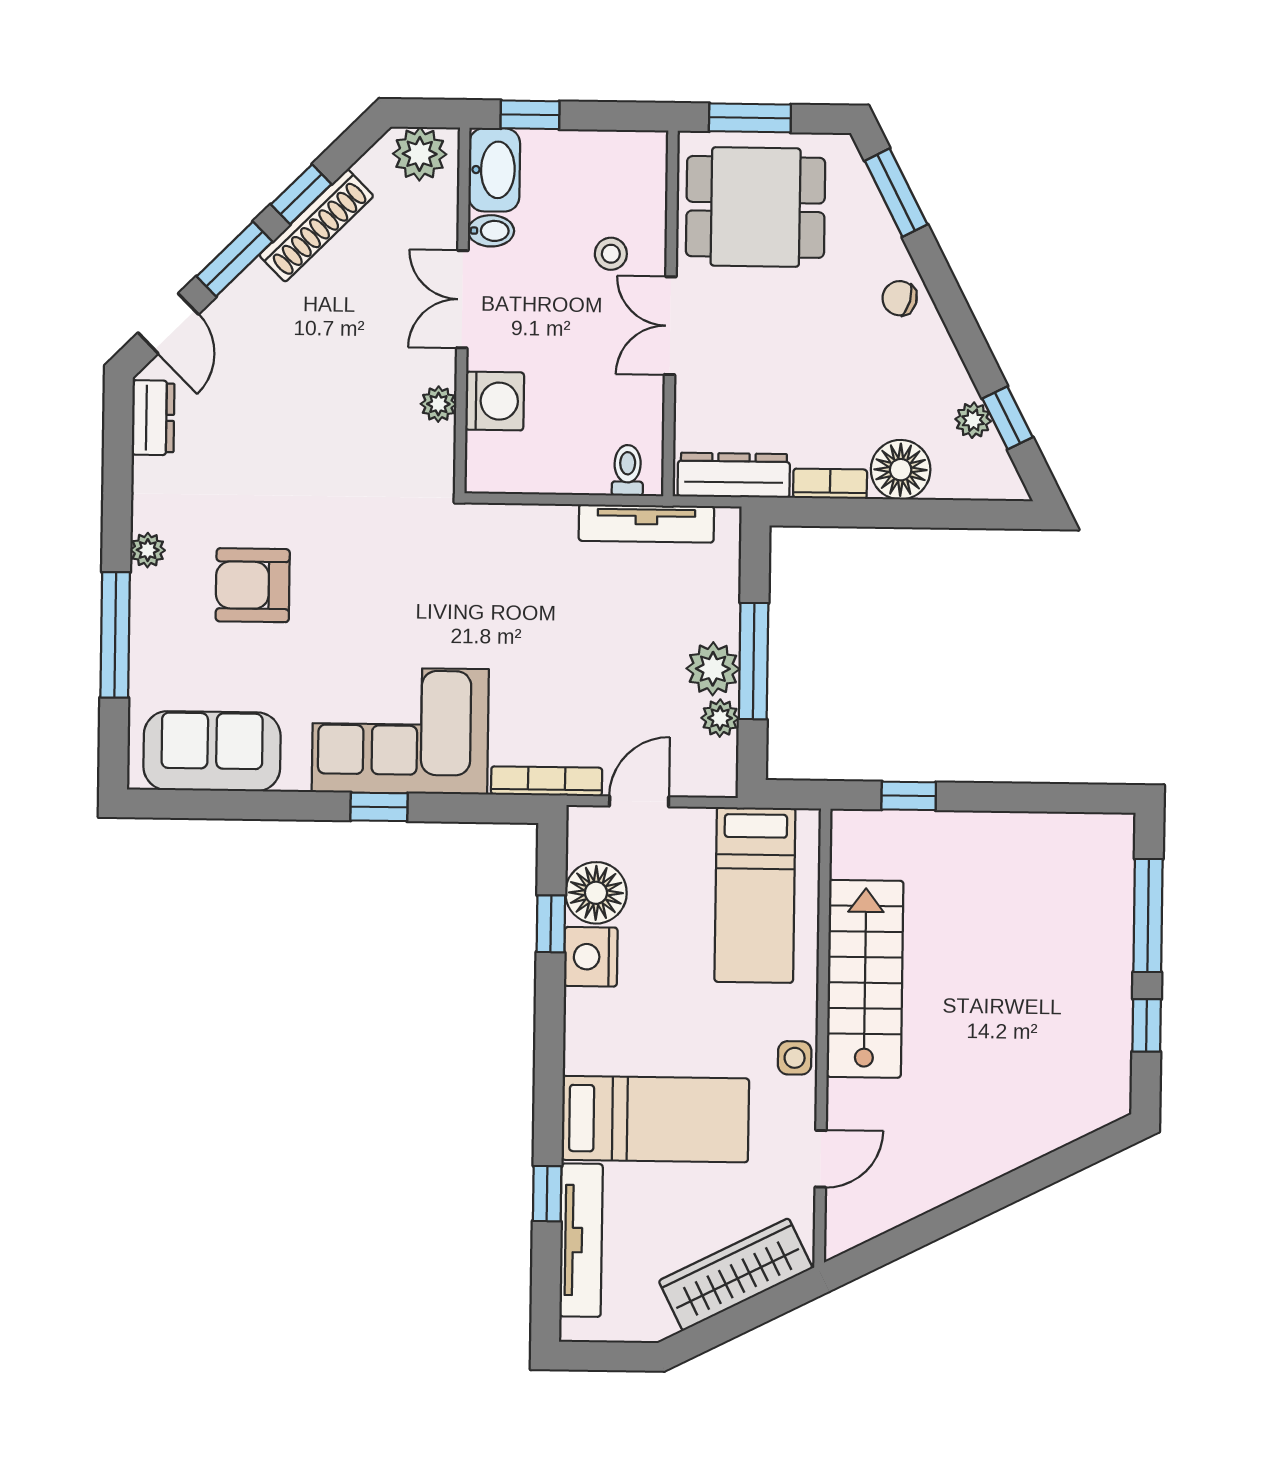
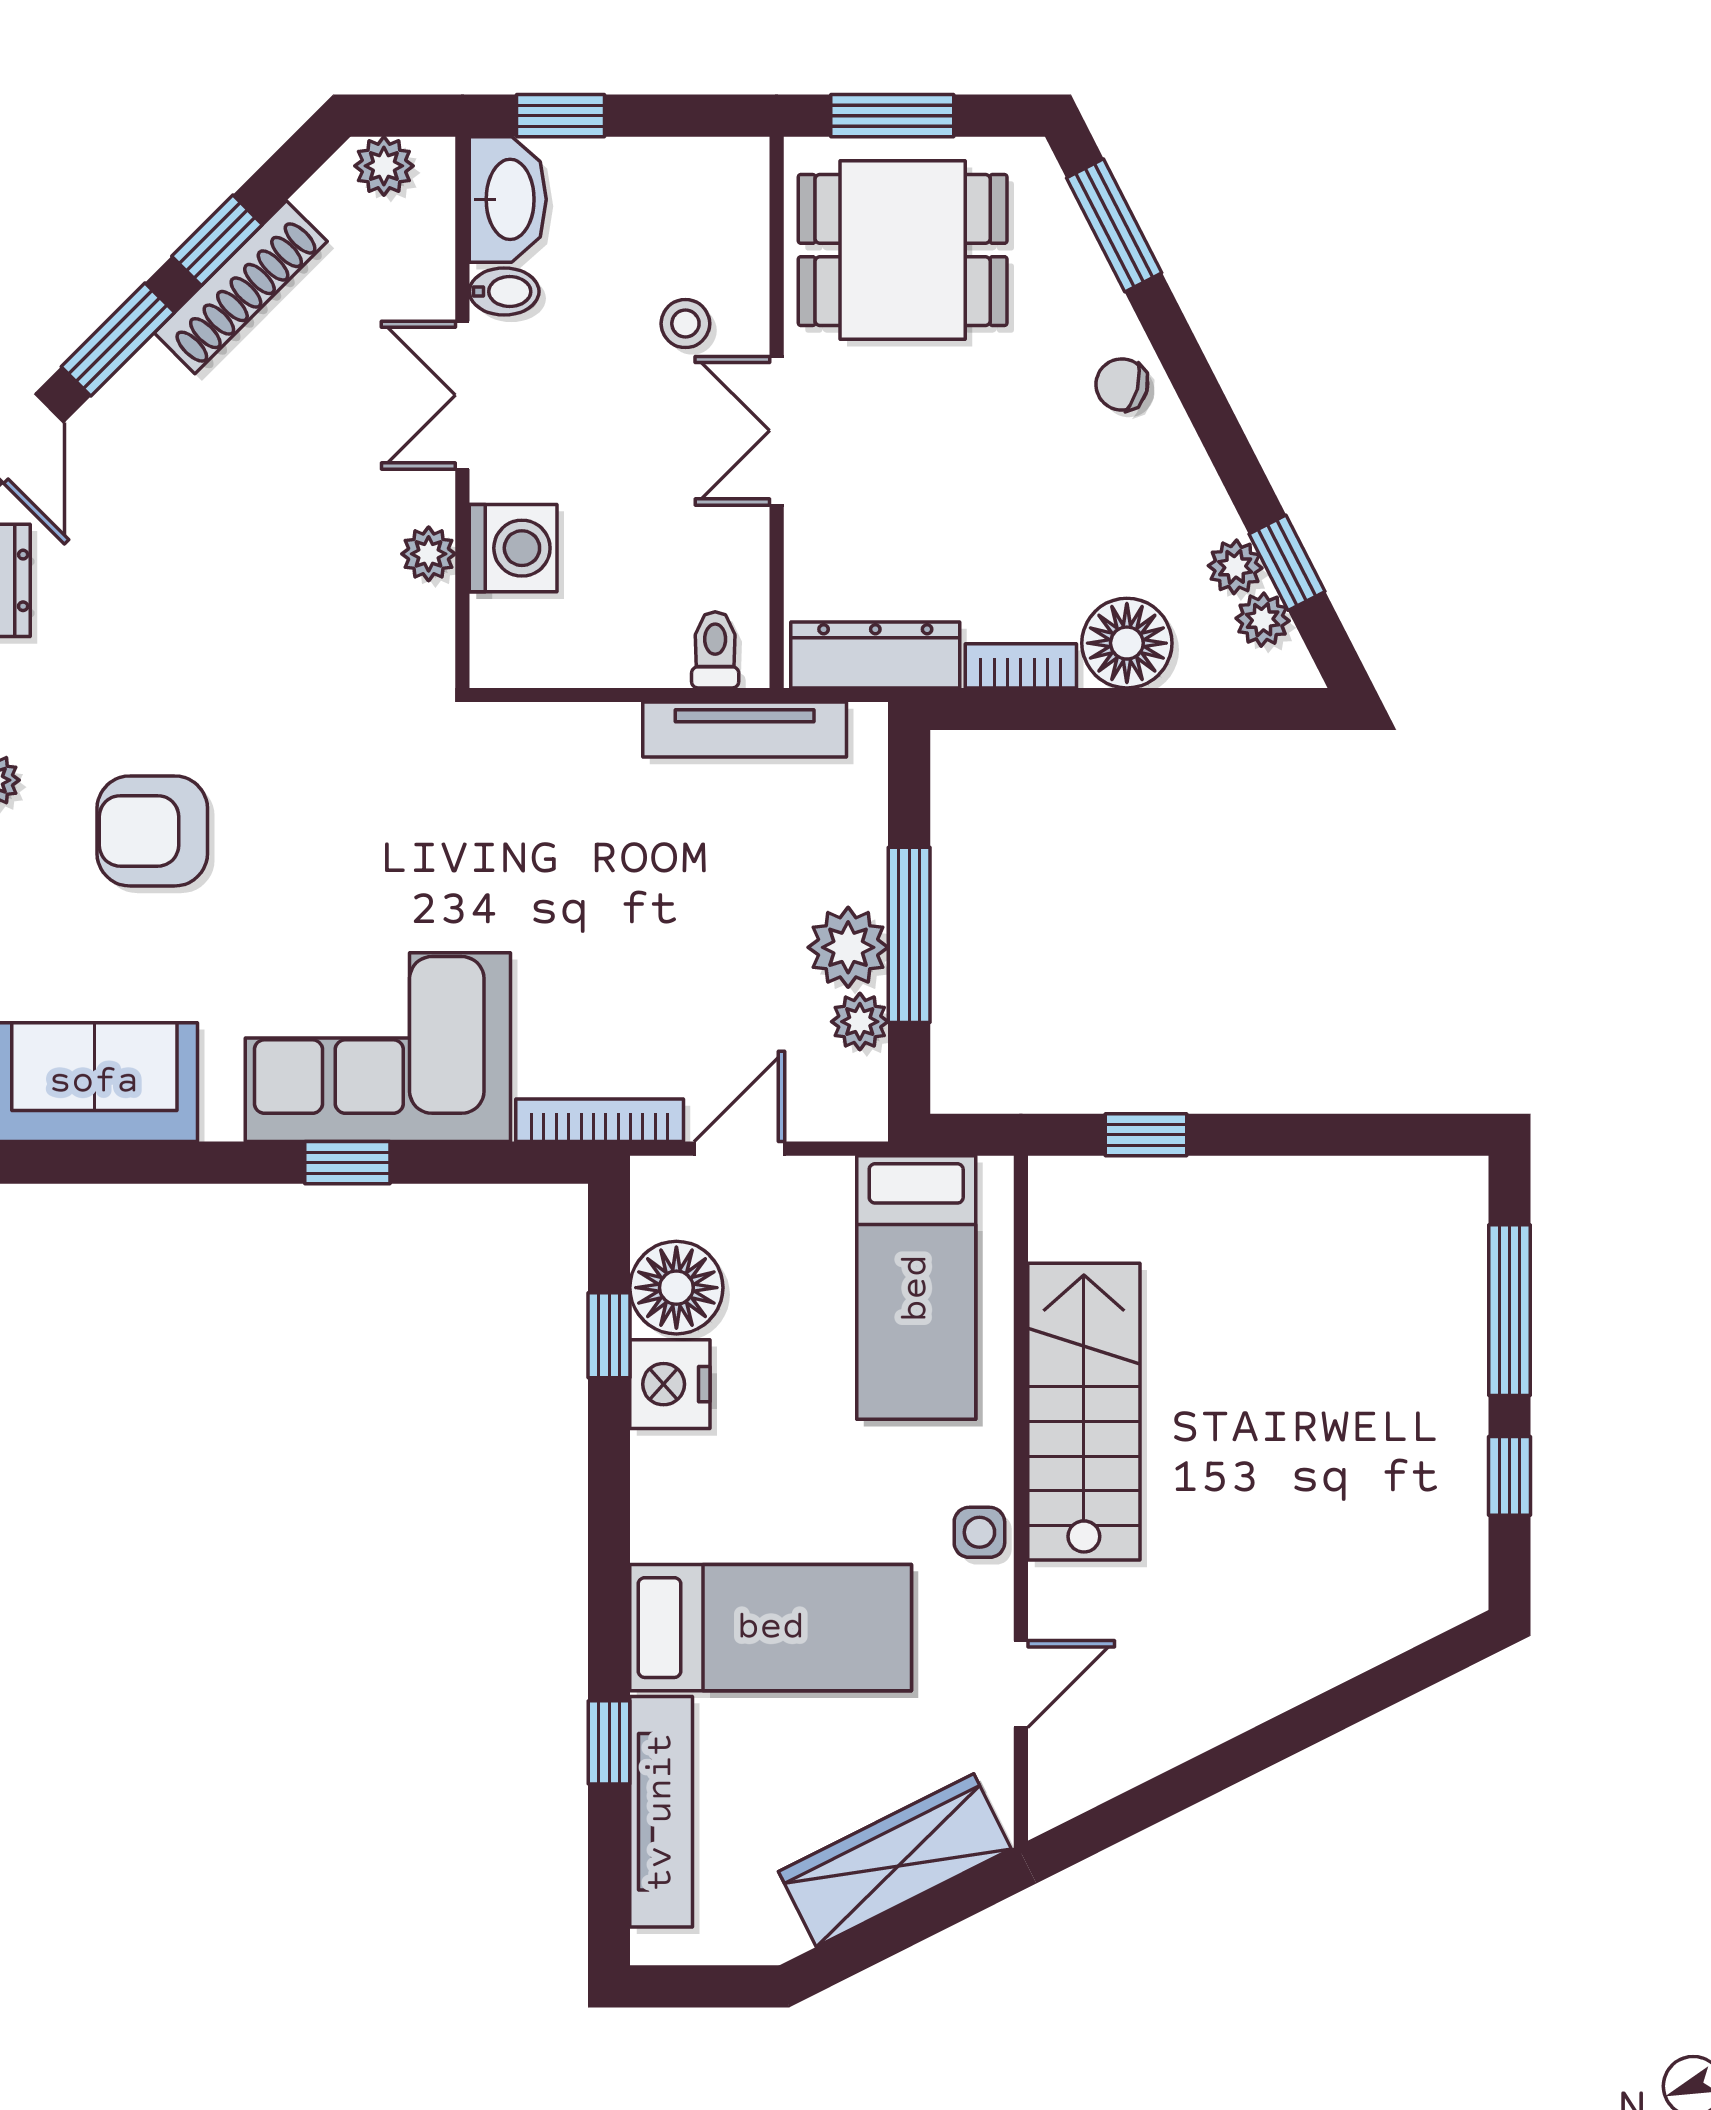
plant: (420, 154) -> (384, 166), width x0.73, depth x0.73
plant: (991, 455) -> (1263, 620), added

